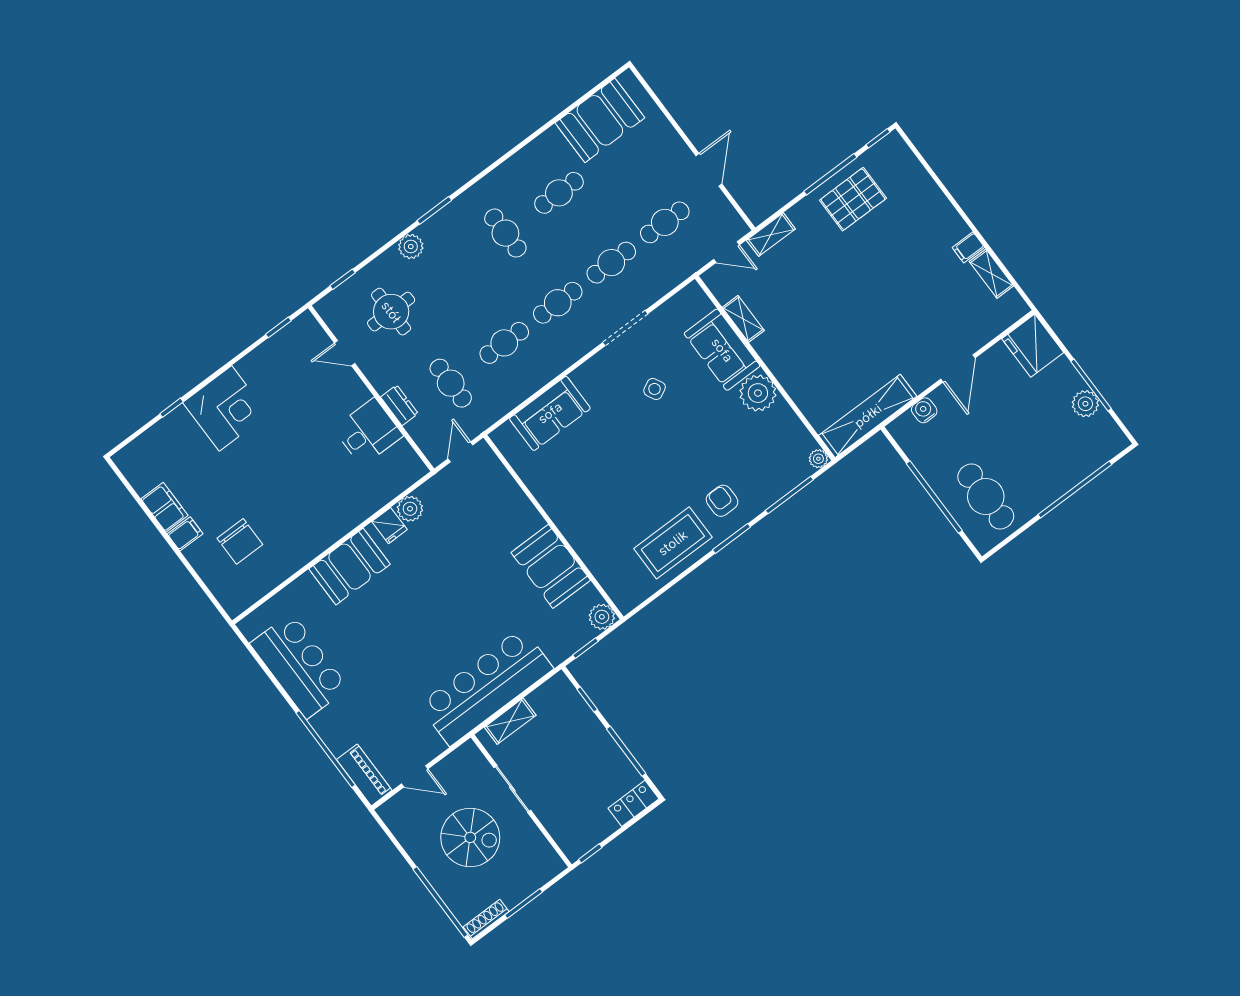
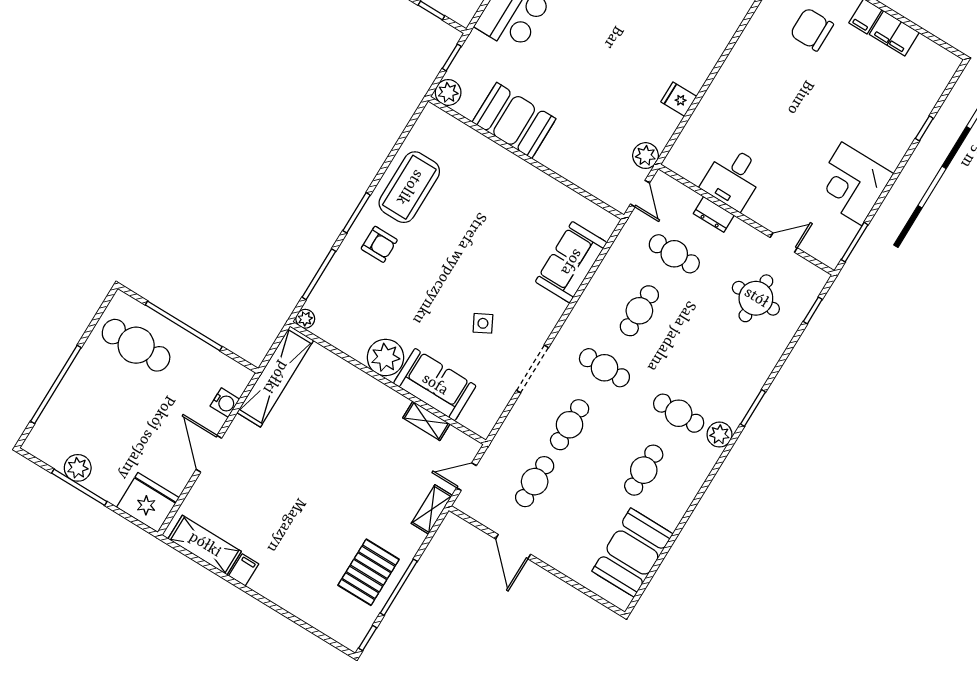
plant: (411, 247) -> (719, 435), moved
shelving: (991, 274) -> (205, 545), width x1.50, depth x1.33
cafe table: (558, 303) -> (604, 368), turned 90
window: (278, 327) -> (855, 242), width x1.50
corner desk: (225, 408) -> (852, 184), moved
plant: (410, 509) -> (646, 156), moved
booth: (350, 567) -> (701, 46), removed

